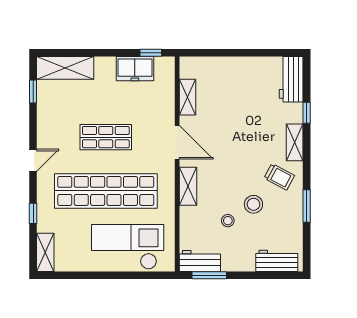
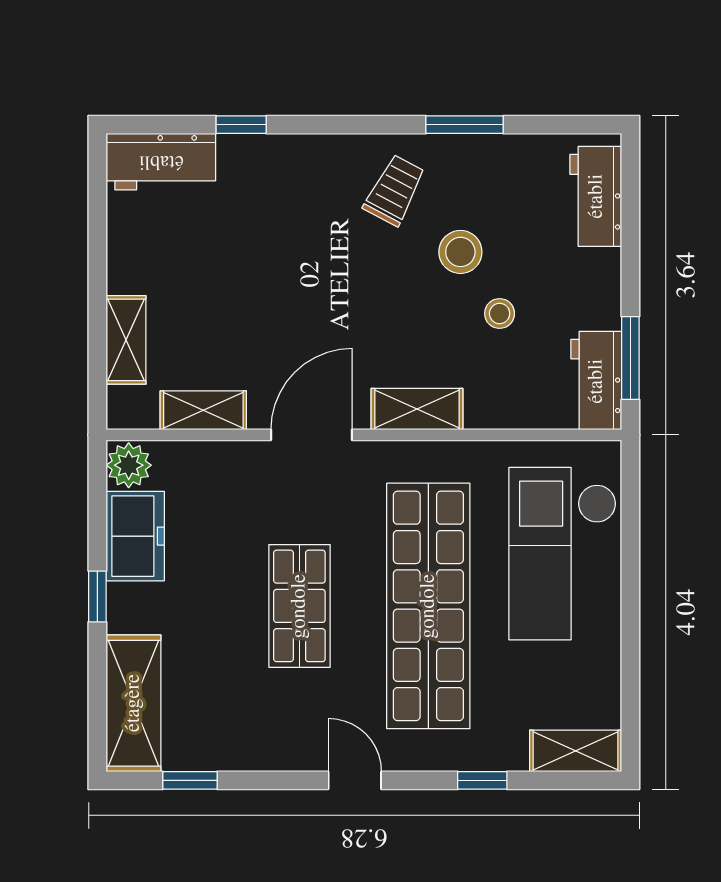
window: (151, 53) -> (97, 596), moved
plant: (165, 66) -> (129, 465), added
shelving: (295, 142) -> (126, 340), moved, turned 90

